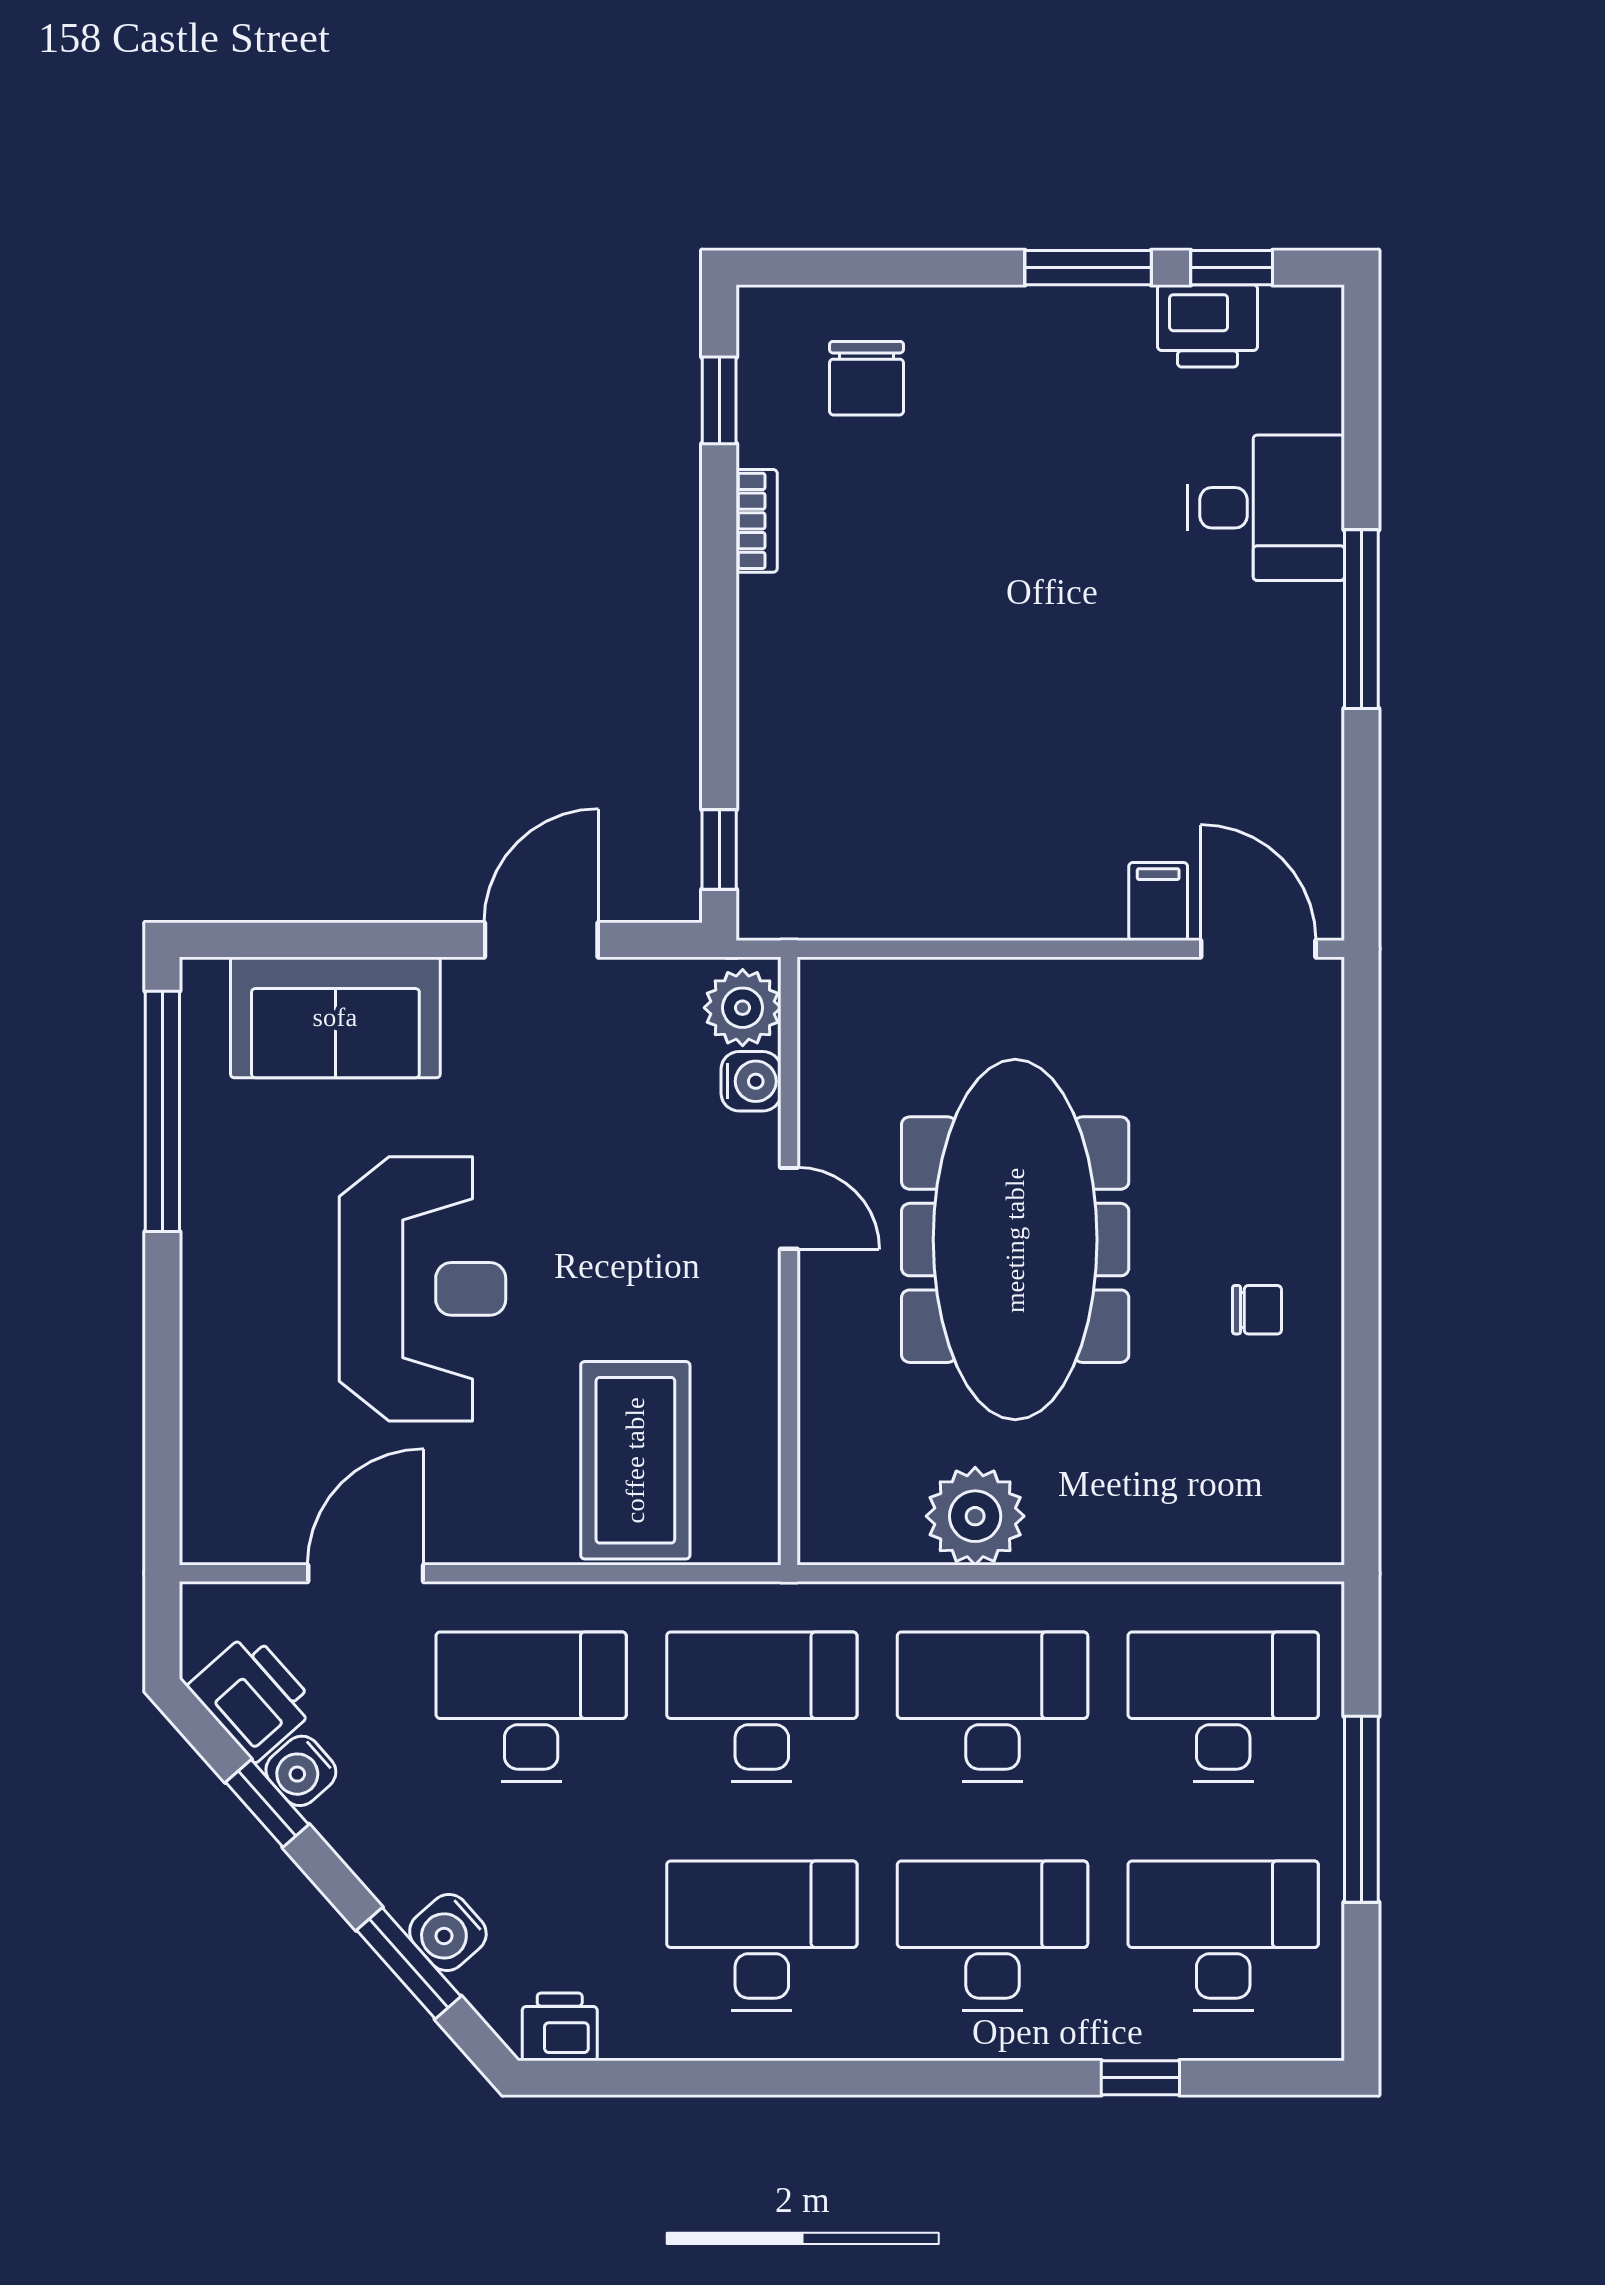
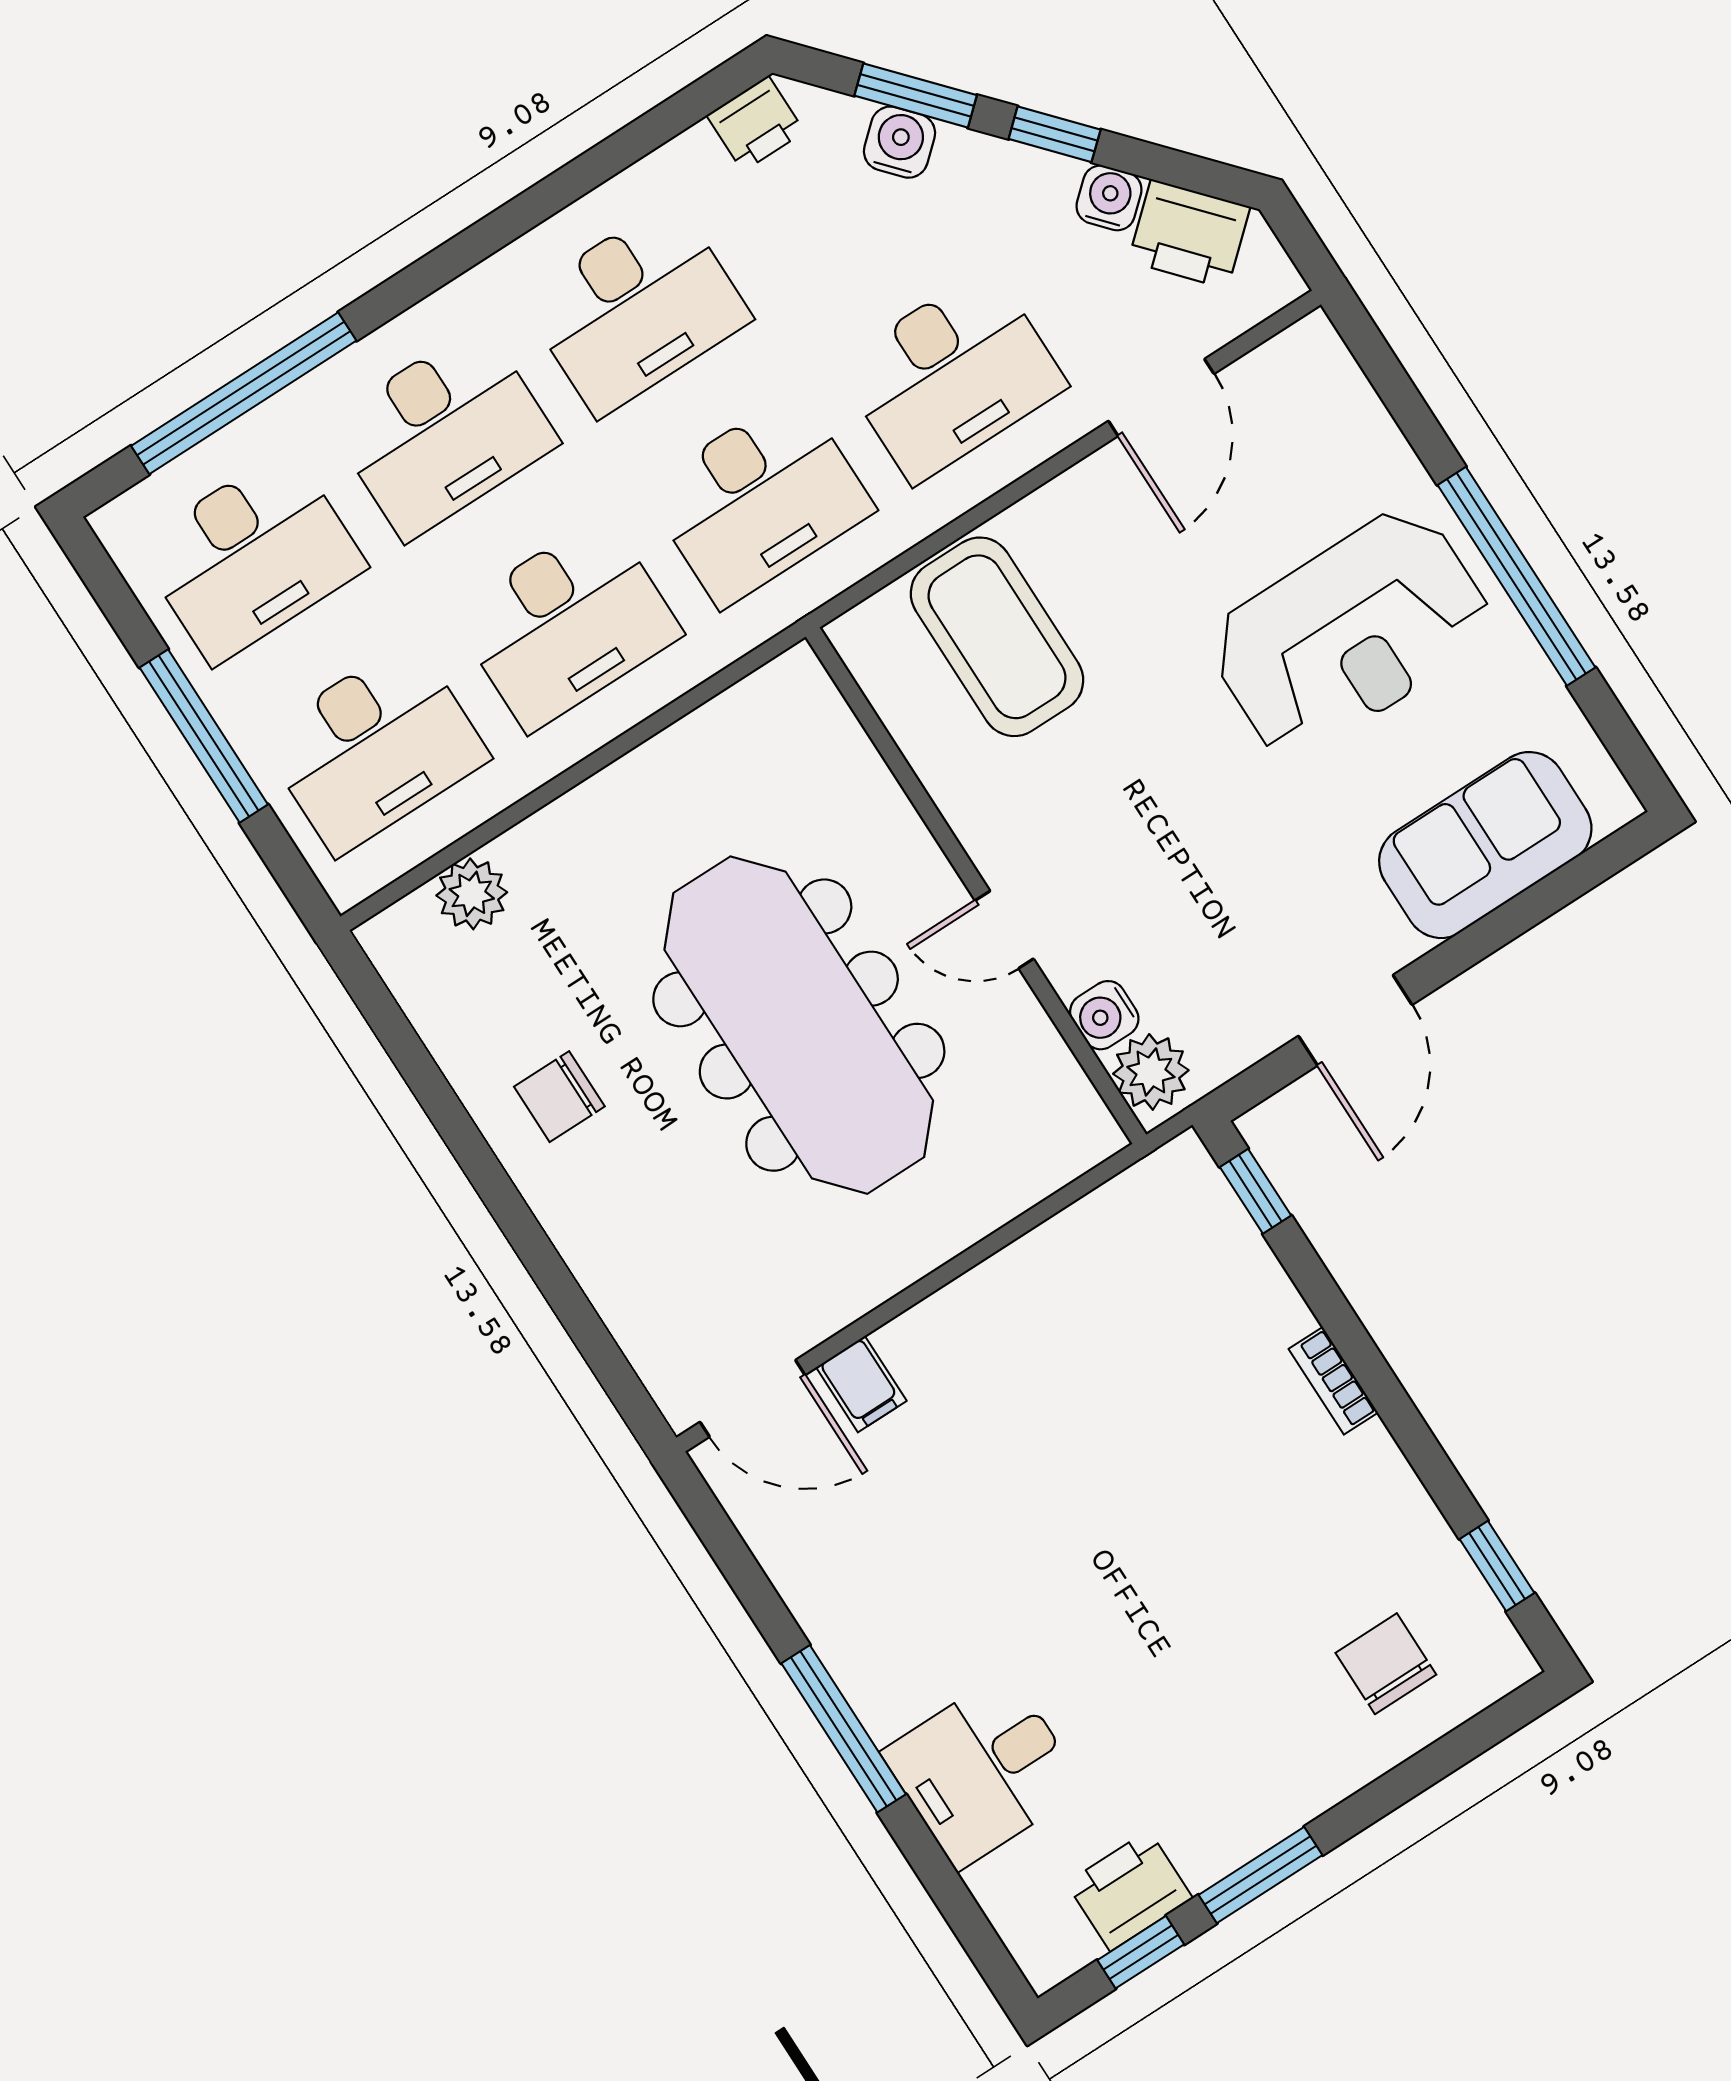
bookcase: (757, 521) -> (1333, 1381), moved
window: (162, 1111) -> (1516, 576), moved
reception desk: (422, 1289) -> (1350, 633), moved, turned -90
chair: (1257, 1310) -> (559, 1097), width x1.37, depth x1.37
plant: (975, 1516) -> (472, 894), moved, width x0.73, depth x0.73
window: (267, 1803) -> (1055, 134), moved
window: (1140, 2078) -> (244, 393), width x3.17

